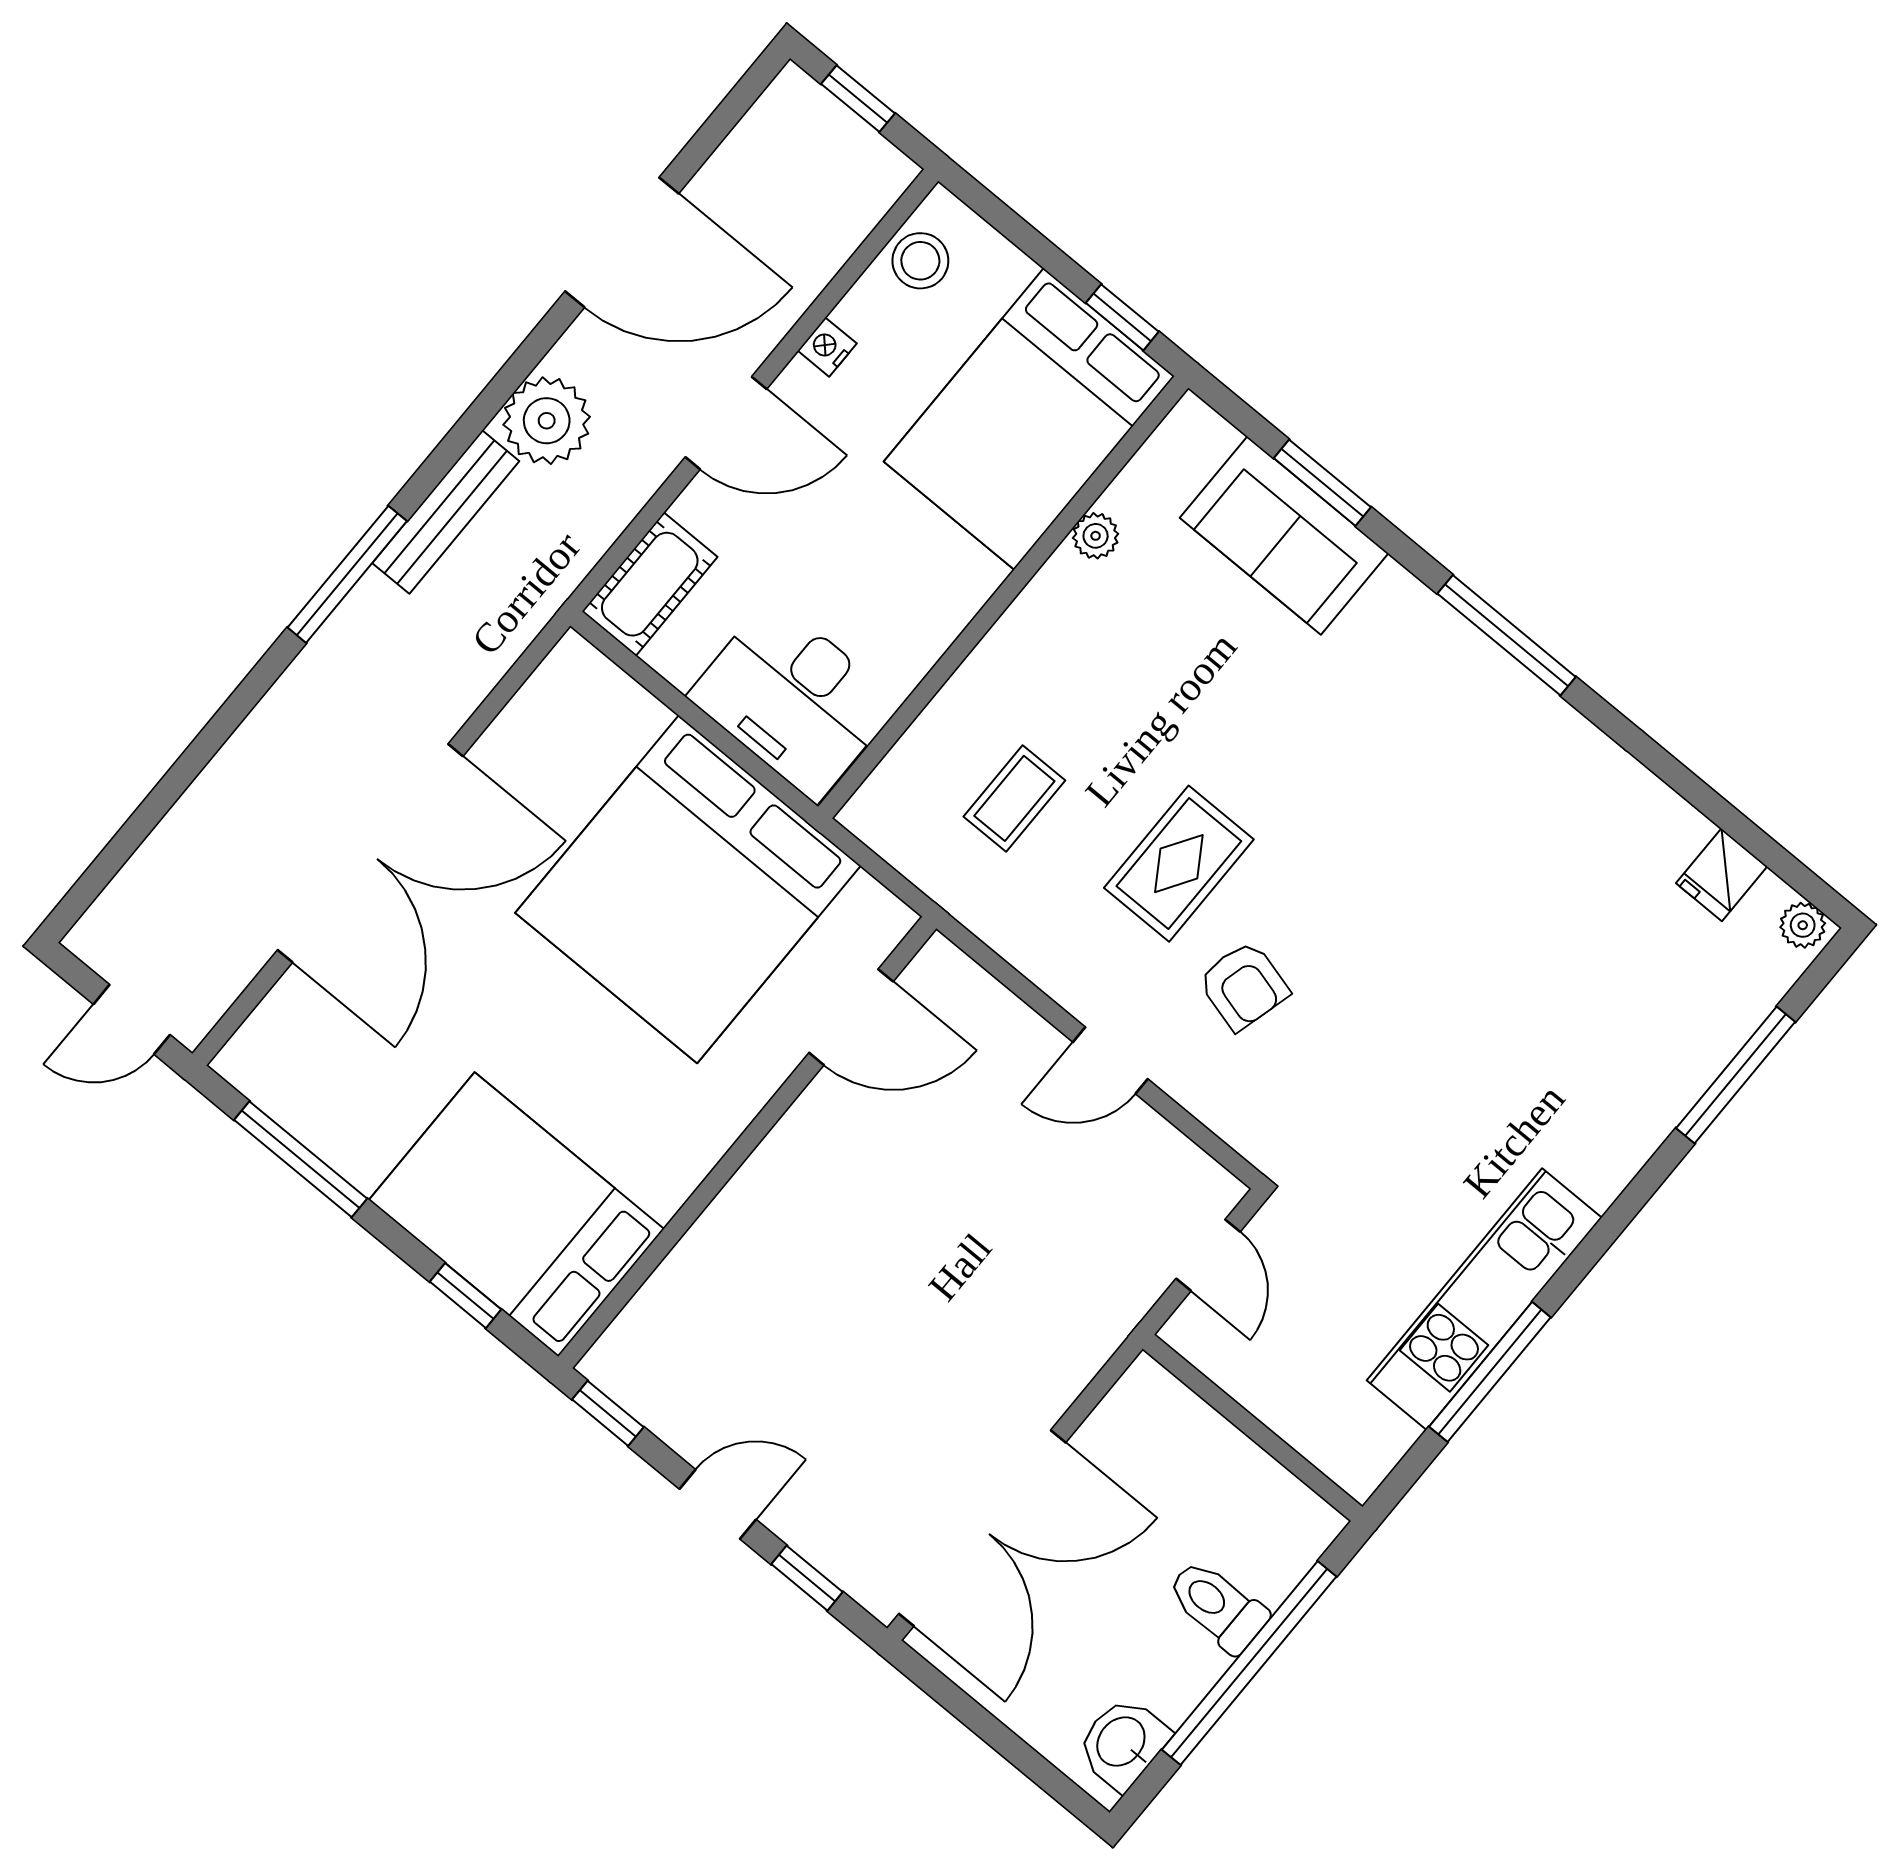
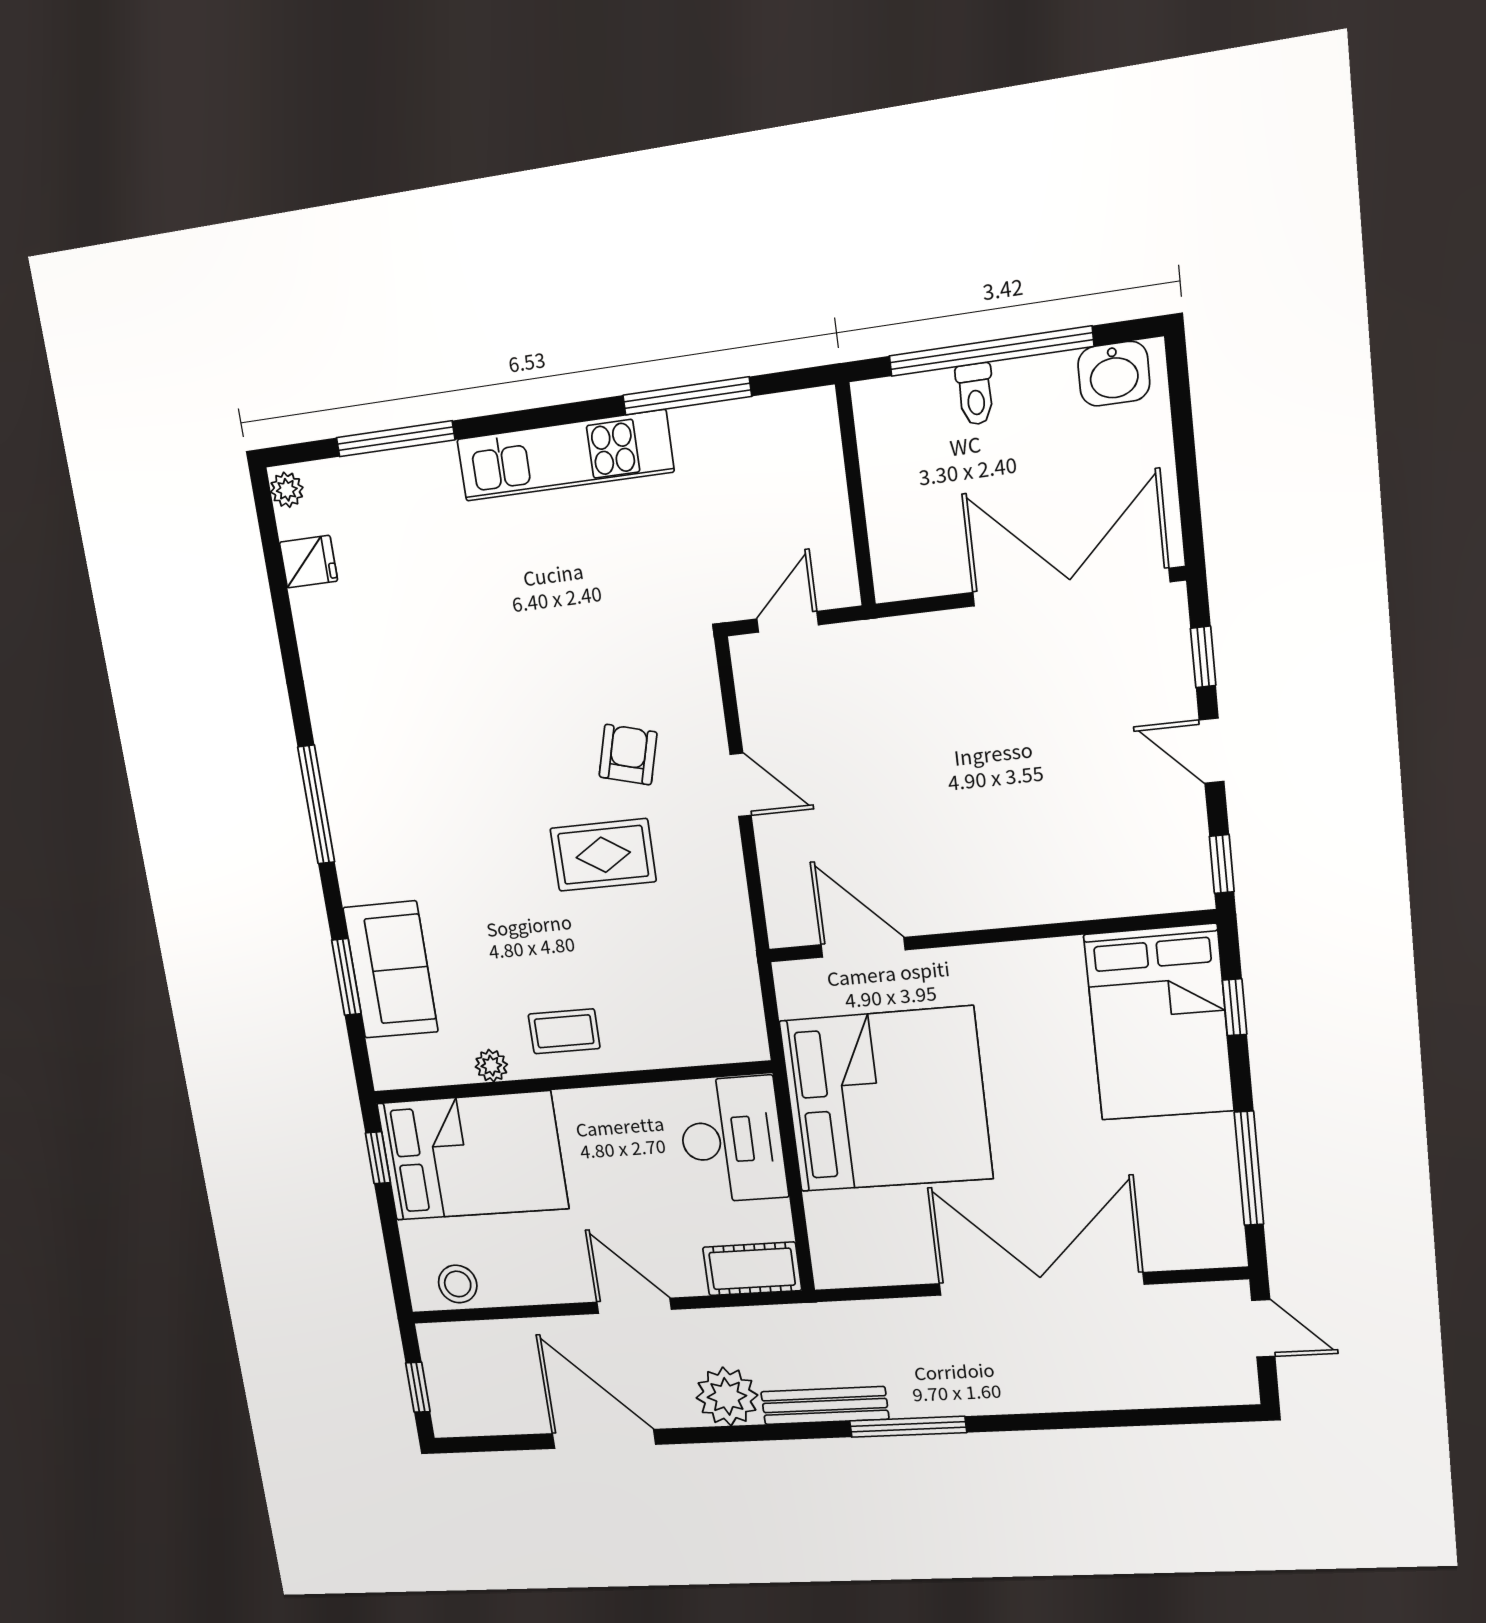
nightstand: (827, 347) -> (545, 1290), removed
coffee table: (1014, 798) -> (564, 1031), moved
kitchen unit: (1484, 1299) -> (565, 456), moved
toilet: (1217, 1606) -> (975, 394), width x0.73, depth x0.72

